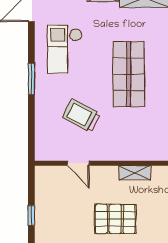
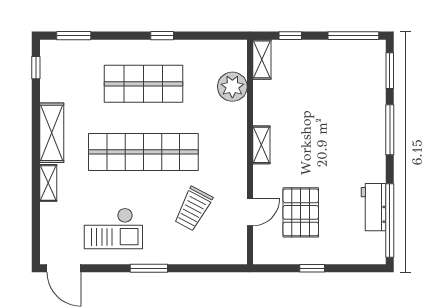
shop shelf: (129, 74) -> (143, 152), width x1.40
pallet: (115, 219) -> (301, 212), moved

